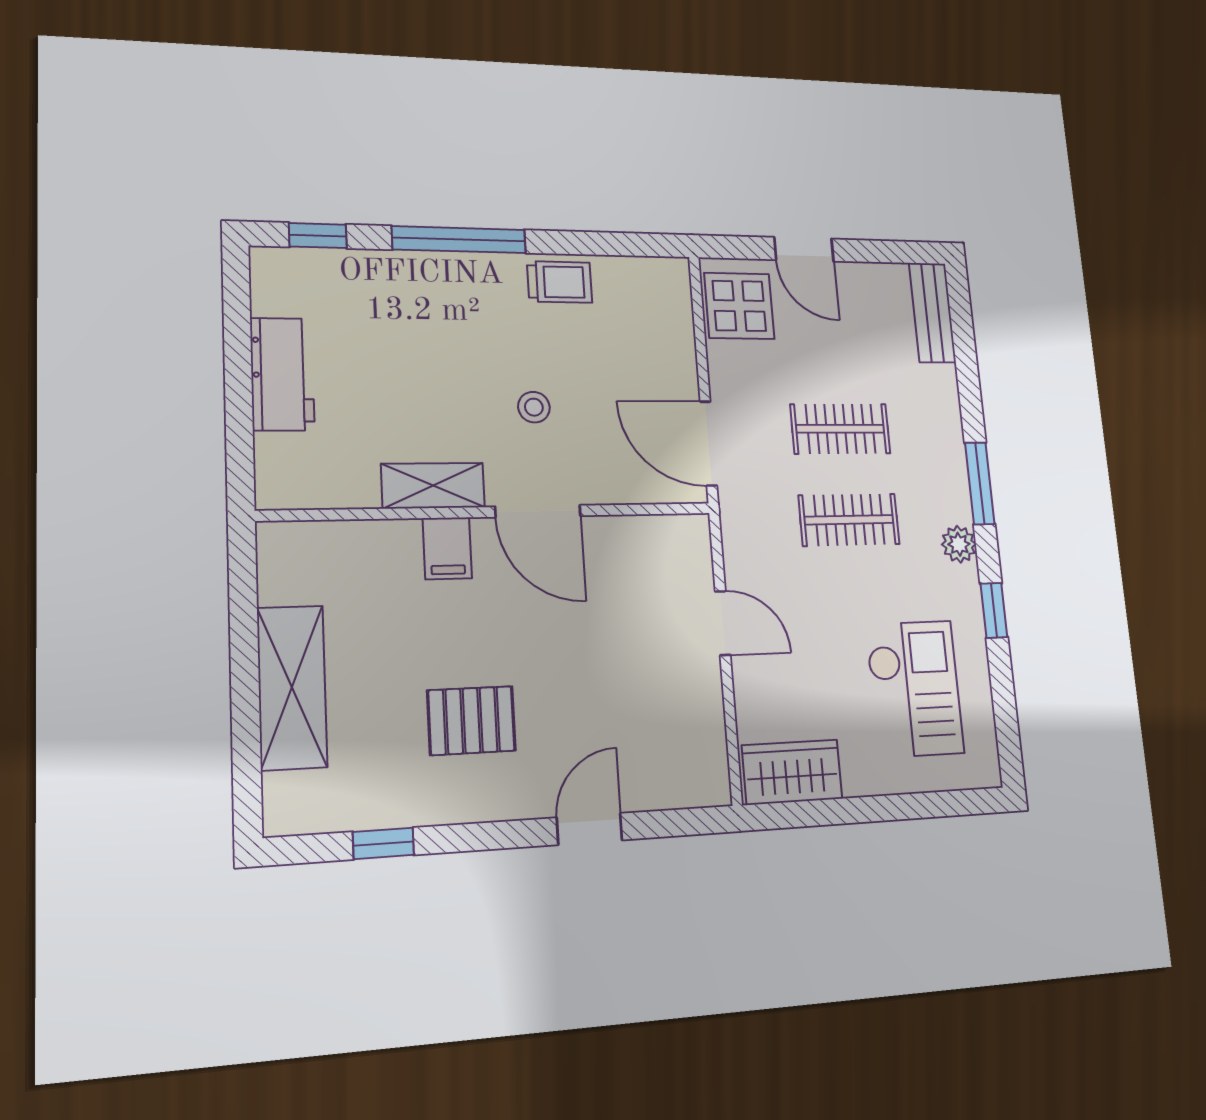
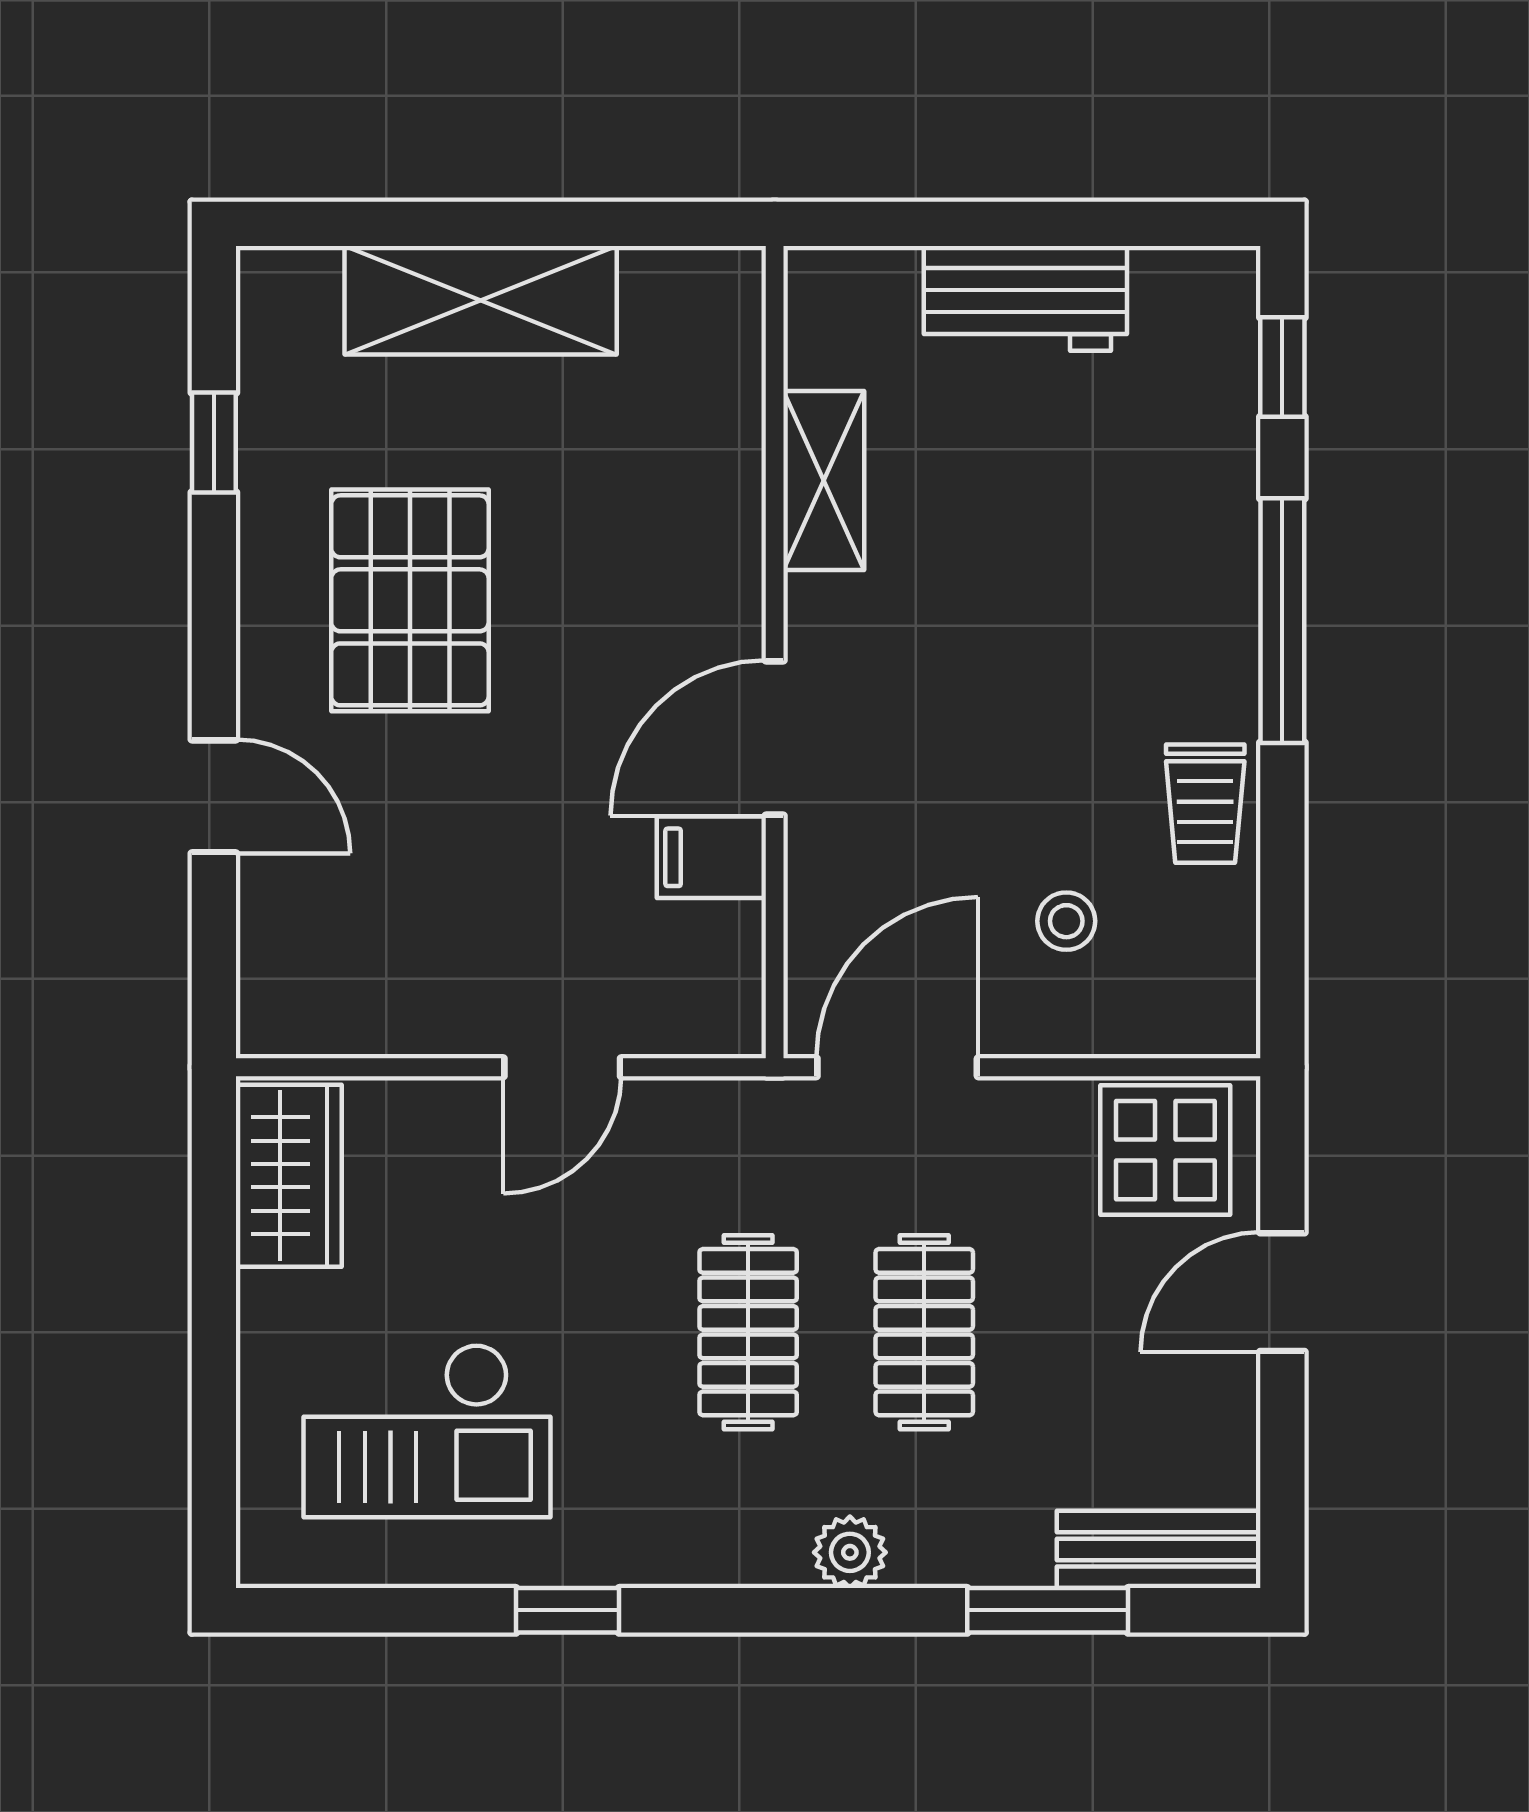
stool: (534, 407) -> (1066, 921), moved
window: (980, 483) -> (1048, 1610), moved
shelving: (433, 486) -> (824, 480), moved
plant: (959, 544) -> (850, 1552), moved
filing cabinet: (447, 548) -> (711, 857), moved
pallet: (471, 721) -> (410, 600), width x1.50, depth x1.42

